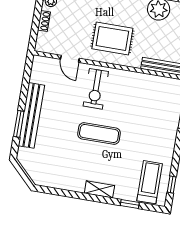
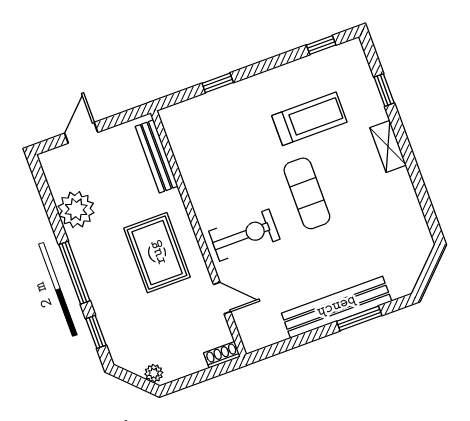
shoe rack: (44, 21) -> (222, 355), moved
door: (70, 59) -> (222, 298), hinge flipped
treadmill: (150, 182) -> (309, 119), moved, turned 180

